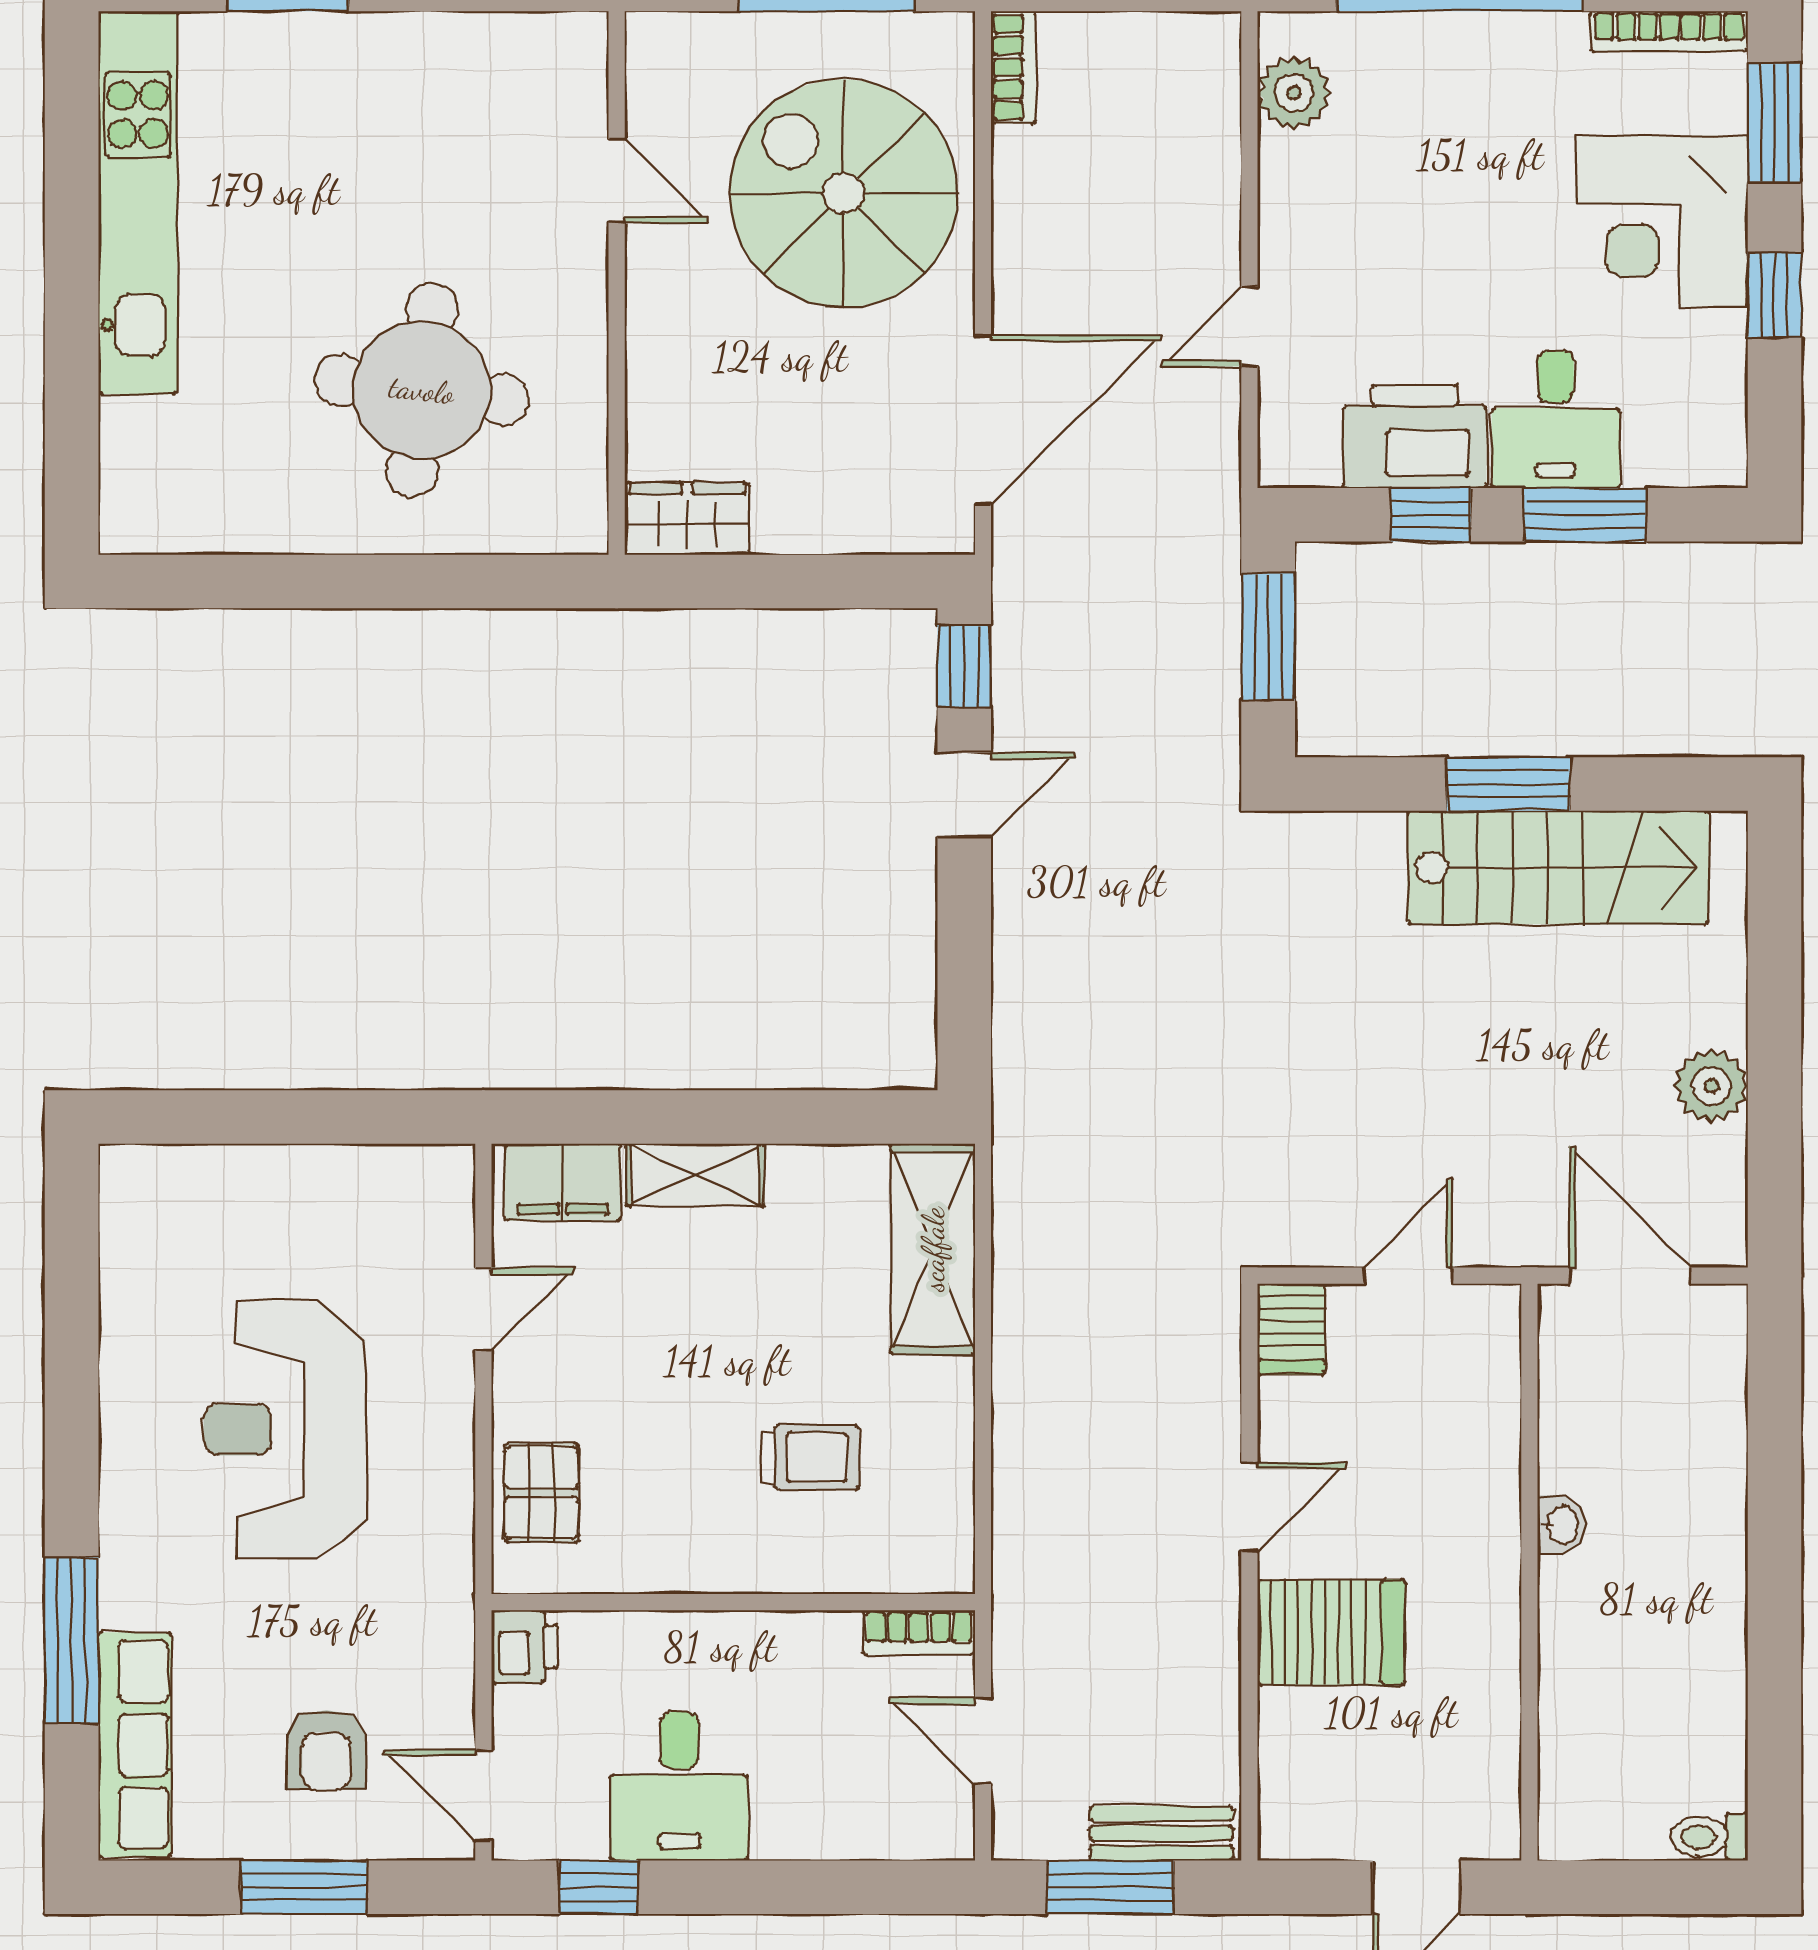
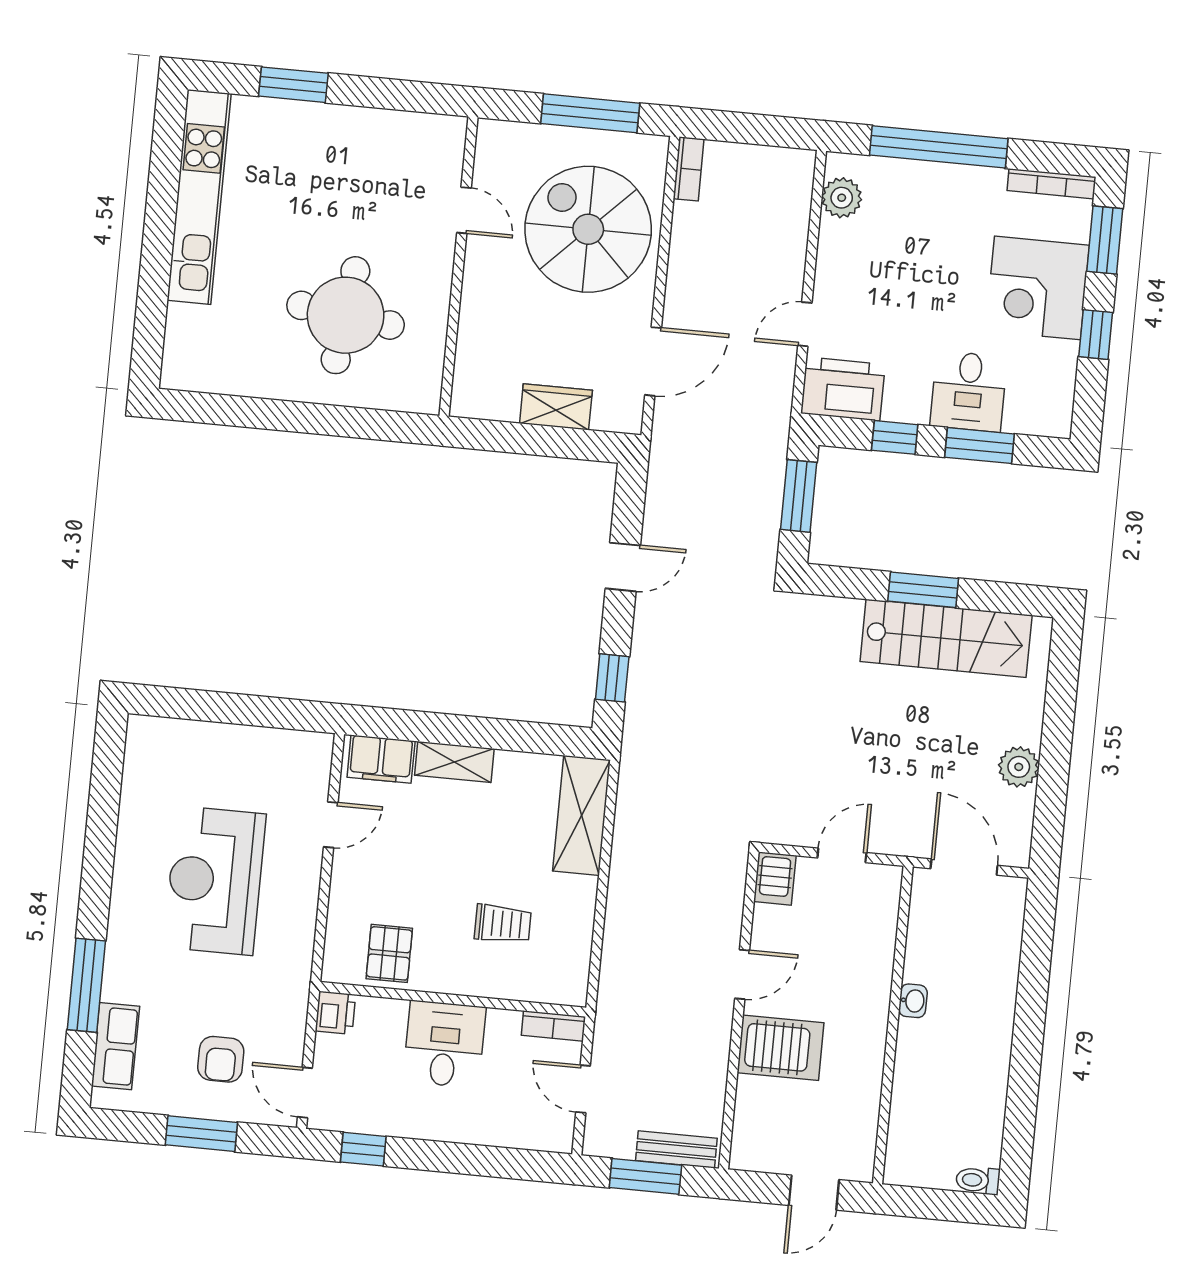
door: (983, 420) -> (653, 361), width x0.73
printer: (1415, 437) -> (843, 389), moved
wardrobe: (687, 519) -> (556, 407), moved
window: (964, 666) -> (612, 678), moved
pallet: (541, 1492) -> (389, 953), moved
row of seats: (135, 1745) -> (115, 1046), width x0.68
desk: (680, 1786) -> (444, 1044), moved, turned 180

